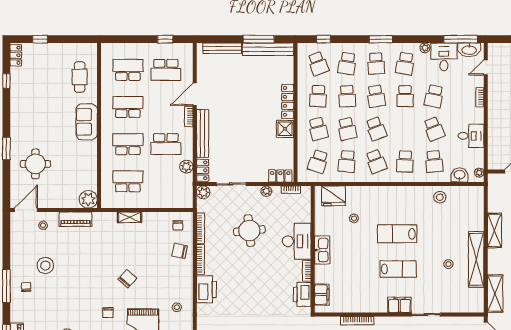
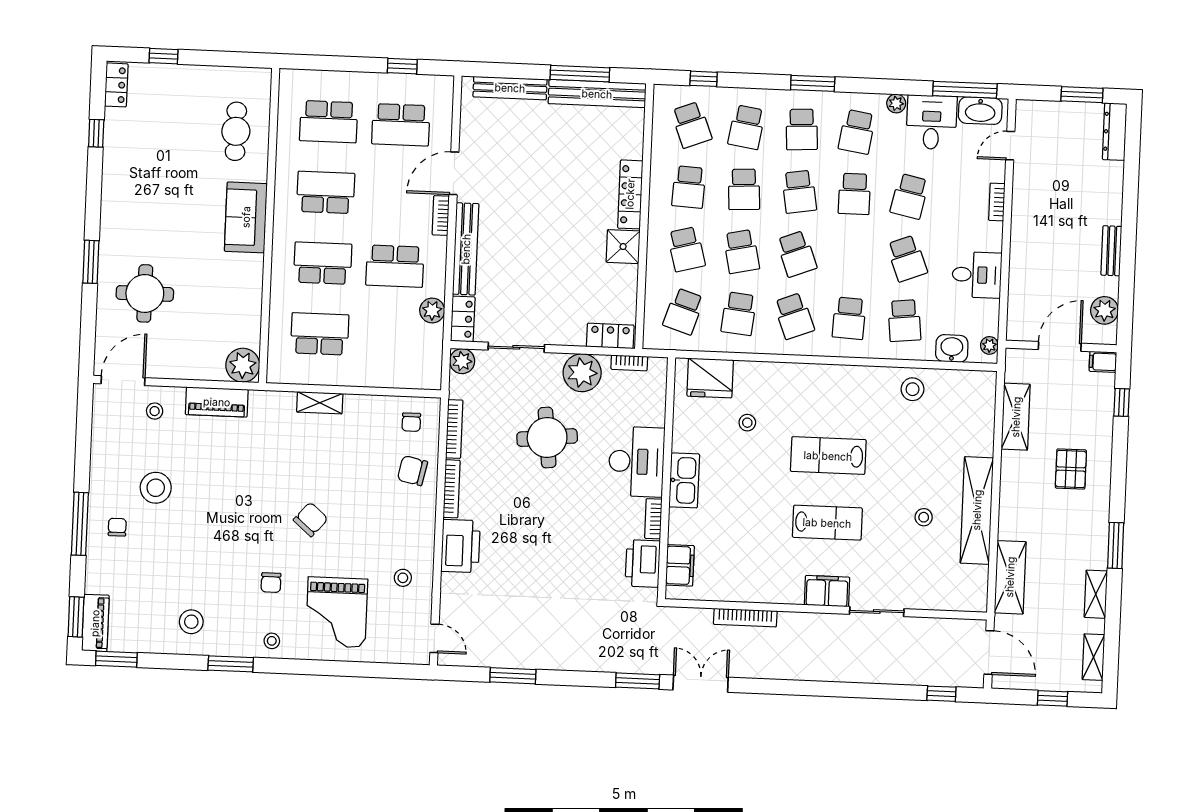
school desk: (128, 70) -> (329, 122), turned 180
plant: (266, 191) -> (582, 373), width x1.88, depth x1.88
shelving: (494, 230) -> (1016, 417), moved

